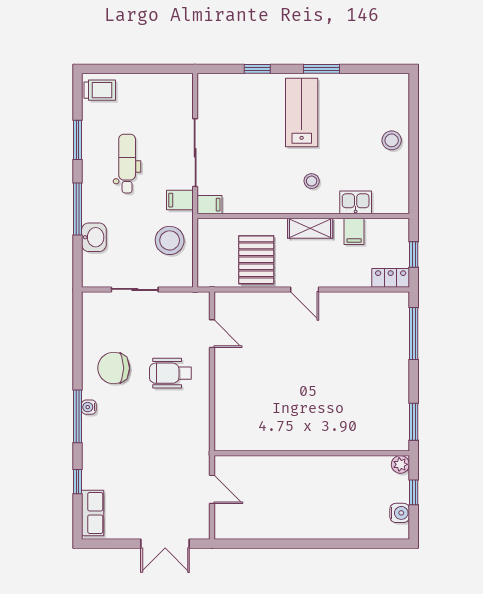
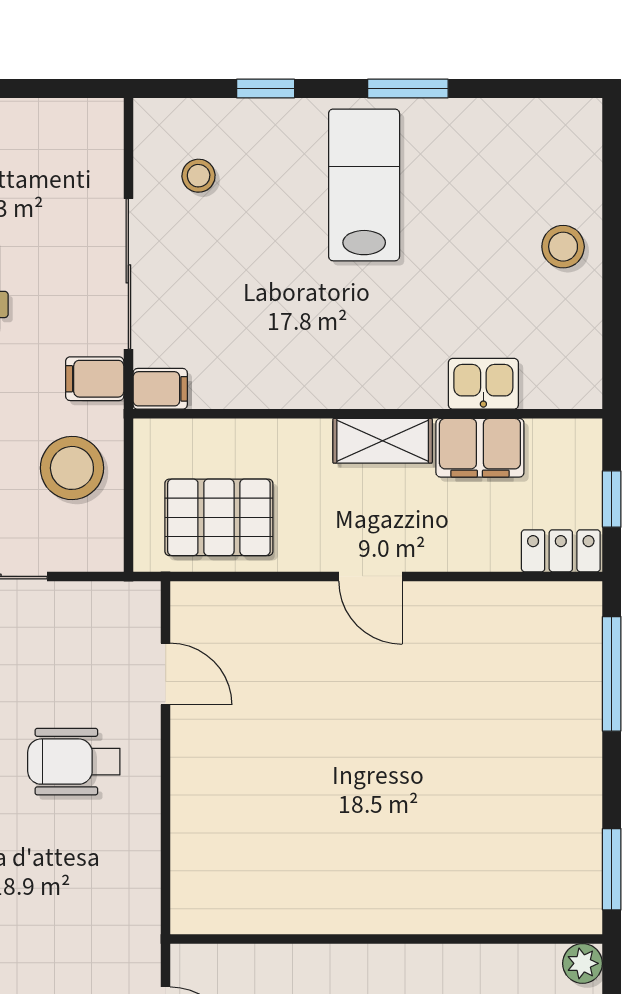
stool: (312, 181) -> (199, 176), moved
filing cabinet: (354, 231) -> (480, 448), width x2.00
pallet: (256, 260) -> (219, 517), moved, turned 90

